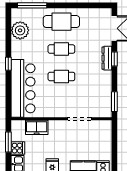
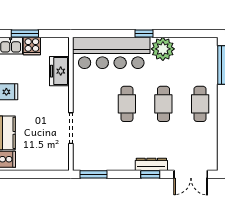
cafe table: (61, 22) -> (200, 104), width x0.73, depth x0.74
plant: (20, 30) -> (163, 49), moved
window: (8, 142) -> (25, 34), moved

